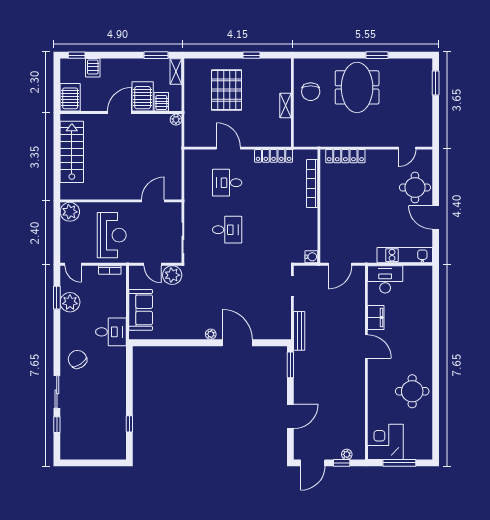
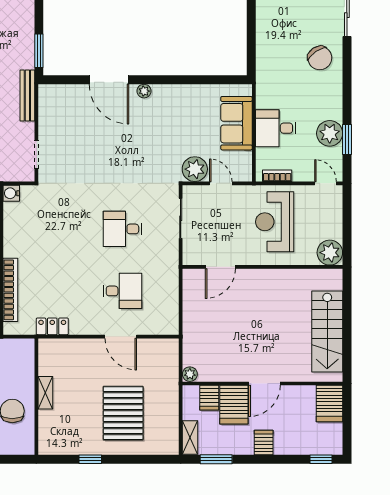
server rack: (93, 68) -> (264, 443), moved
locker: (274, 156) -> (52, 326), width x0.66
desk: (111, 332) -> (276, 128), moved

